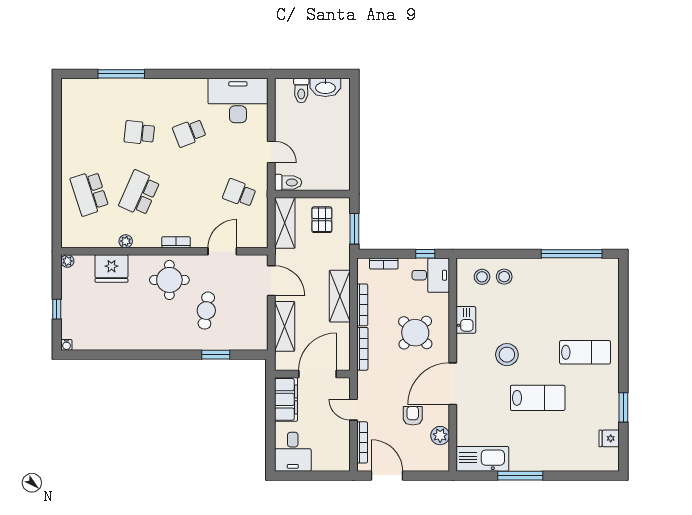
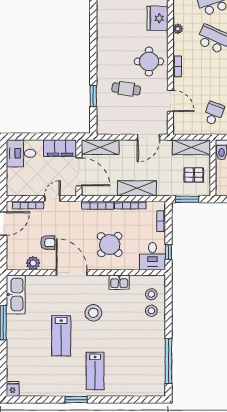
shelving: (285, 326) -> (100, 147), moved
window: (623, 407) -> (76, 400), moved
fridge: (609, 438) -> (13, 389), moved

